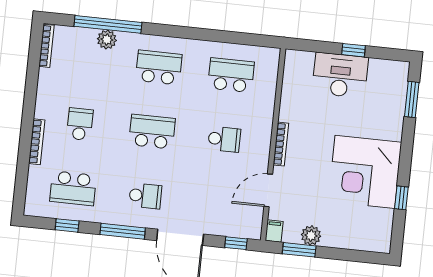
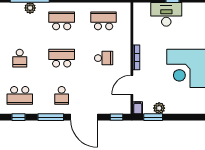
school desk: (80, 124) -> (20, 58), turned 180
school desk: (145, 196) -> (62, 95), turned 90

